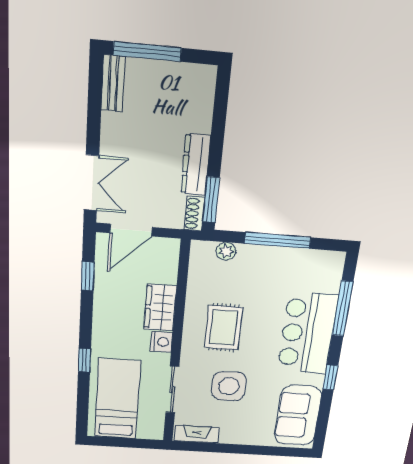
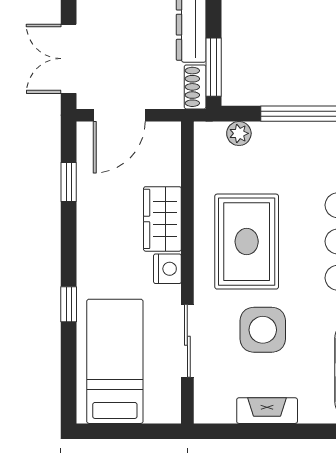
double door: (91, 183) -> (69, 59), swing flipped
rug: (223, 328) -> (247, 242), width x1.36, depth x1.43
fireplace: (197, 434) -> (267, 411), moved

